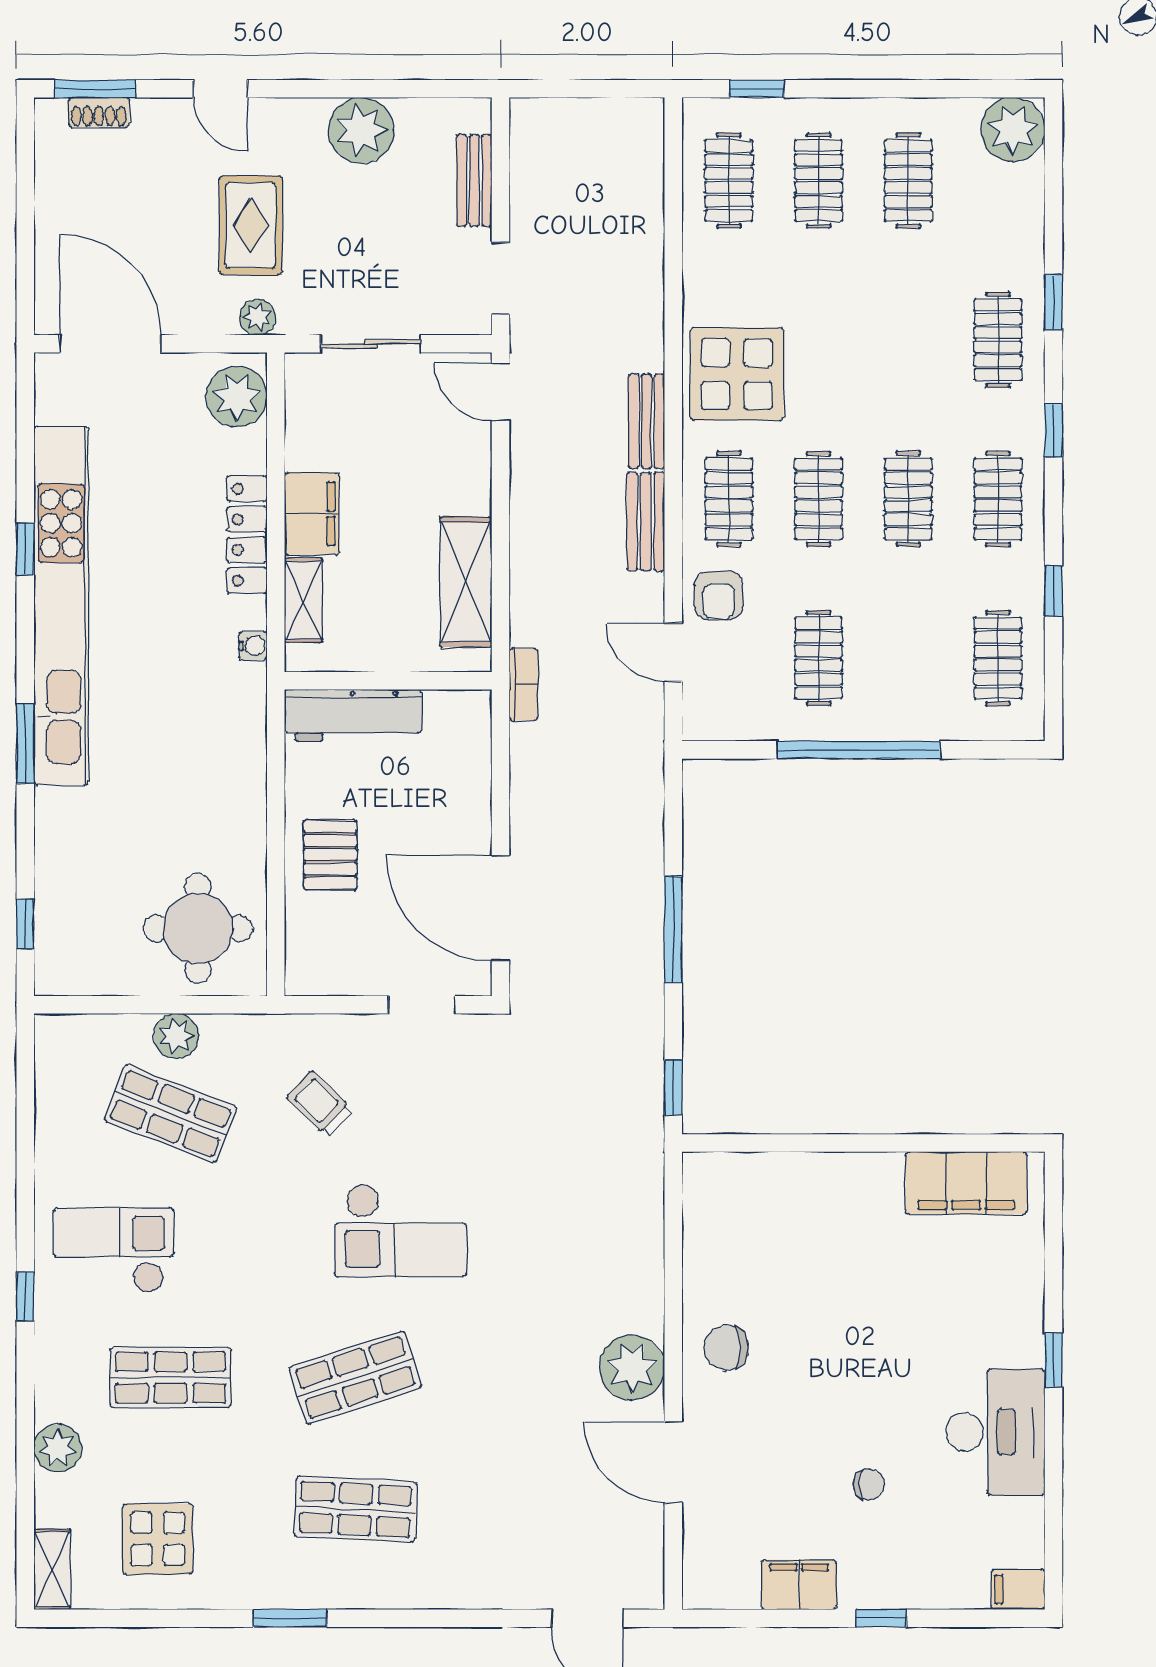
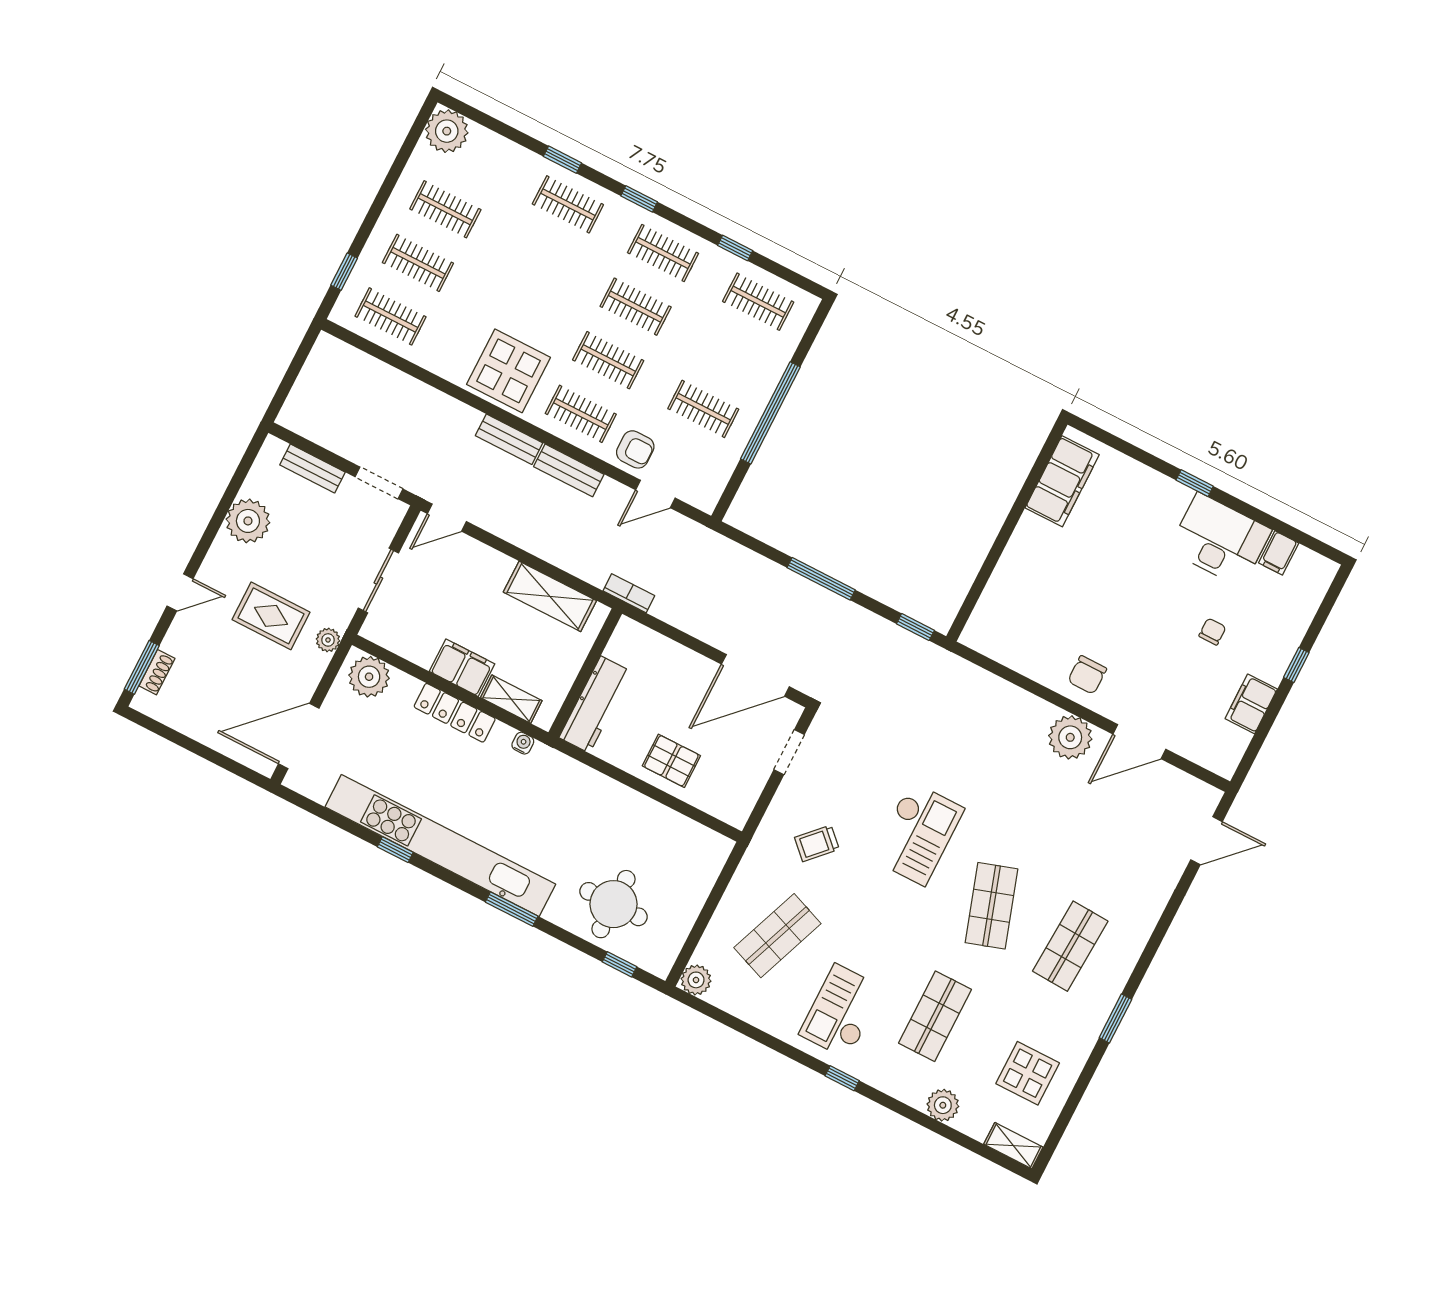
round table: (198, 928) -> (613, 904), moved
plant: (176, 1036) -> (696, 980), moved
filing cabinet: (1018, 1589) -> (1279, 553), moved

